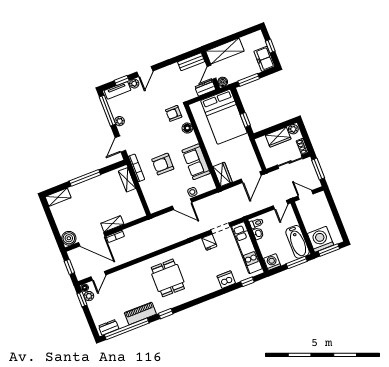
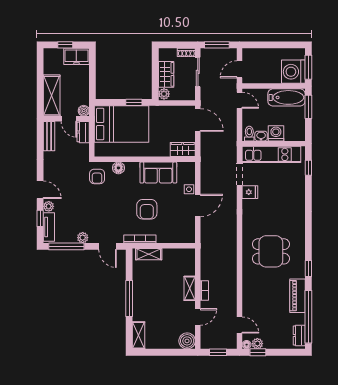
window: (249, 80) -> (92, 82), removed
plant: (293, 129) -> (164, 94), moved
door: (92, 239) -> (198, 317), width x0.53
washing machine: (272, 262) -> (276, 133), moved, turned 90
dishwasher: (226, 280) -> (297, 189), removed

